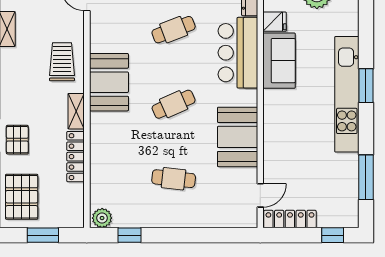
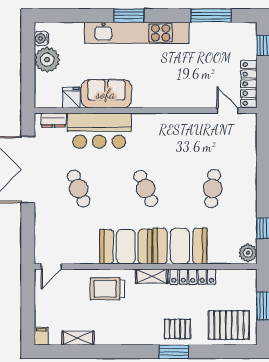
booth: (238, 137) -> (180, 246), moved

